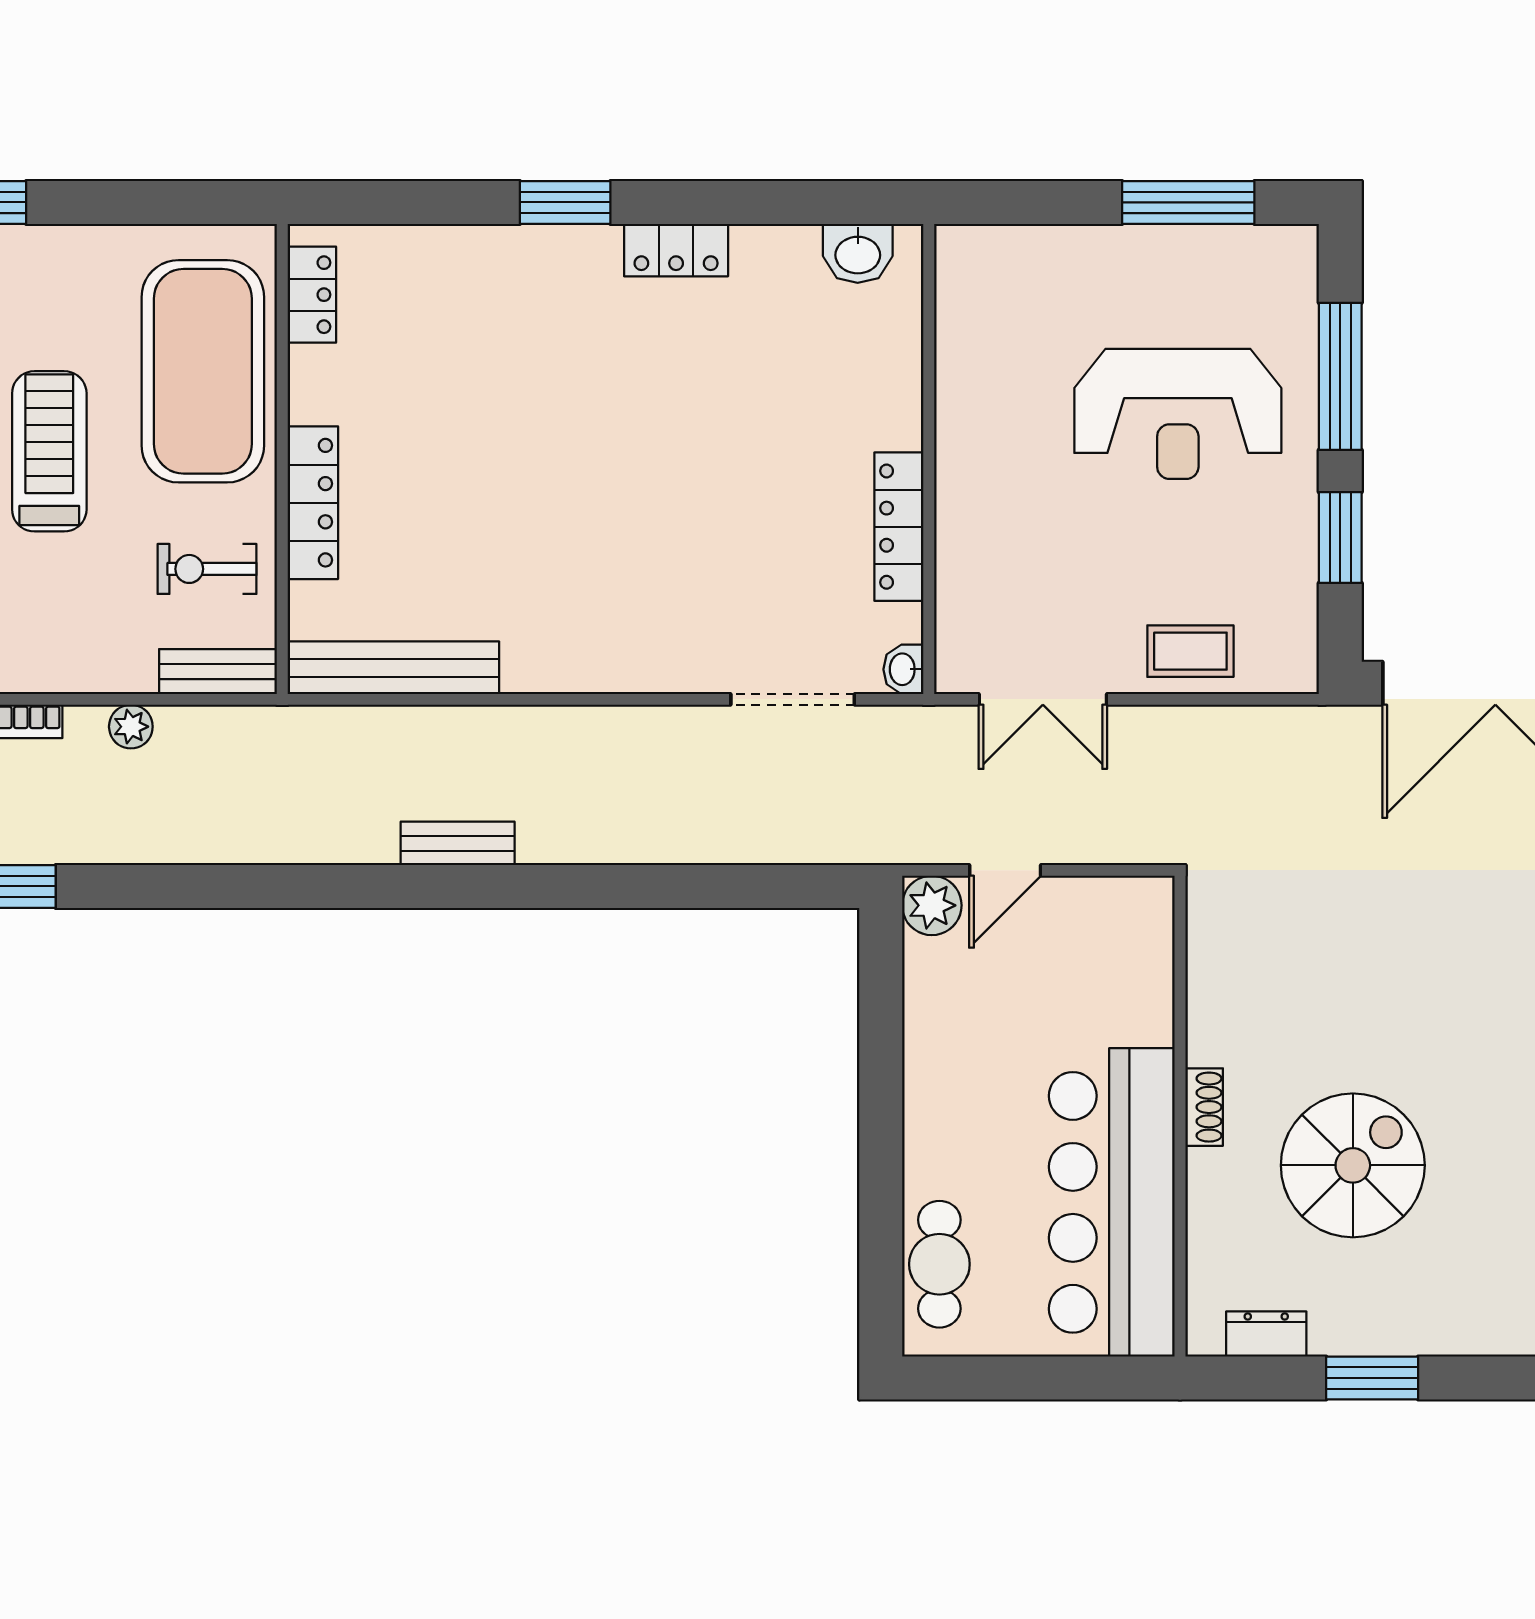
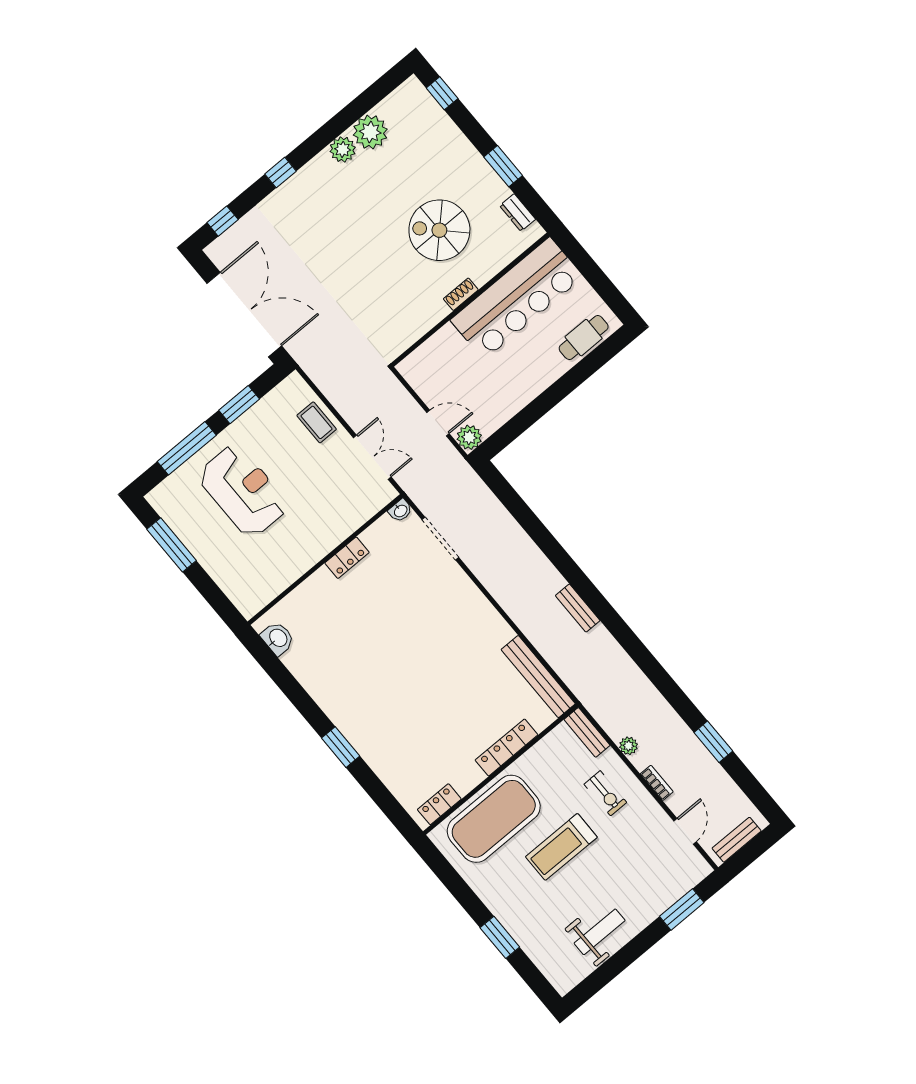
locker: (676, 250) -> (326, 698), removed
locker: (899, 527) -> (347, 558), width x0.66
exercise bike: (207, 569) -> (605, 793), moved

